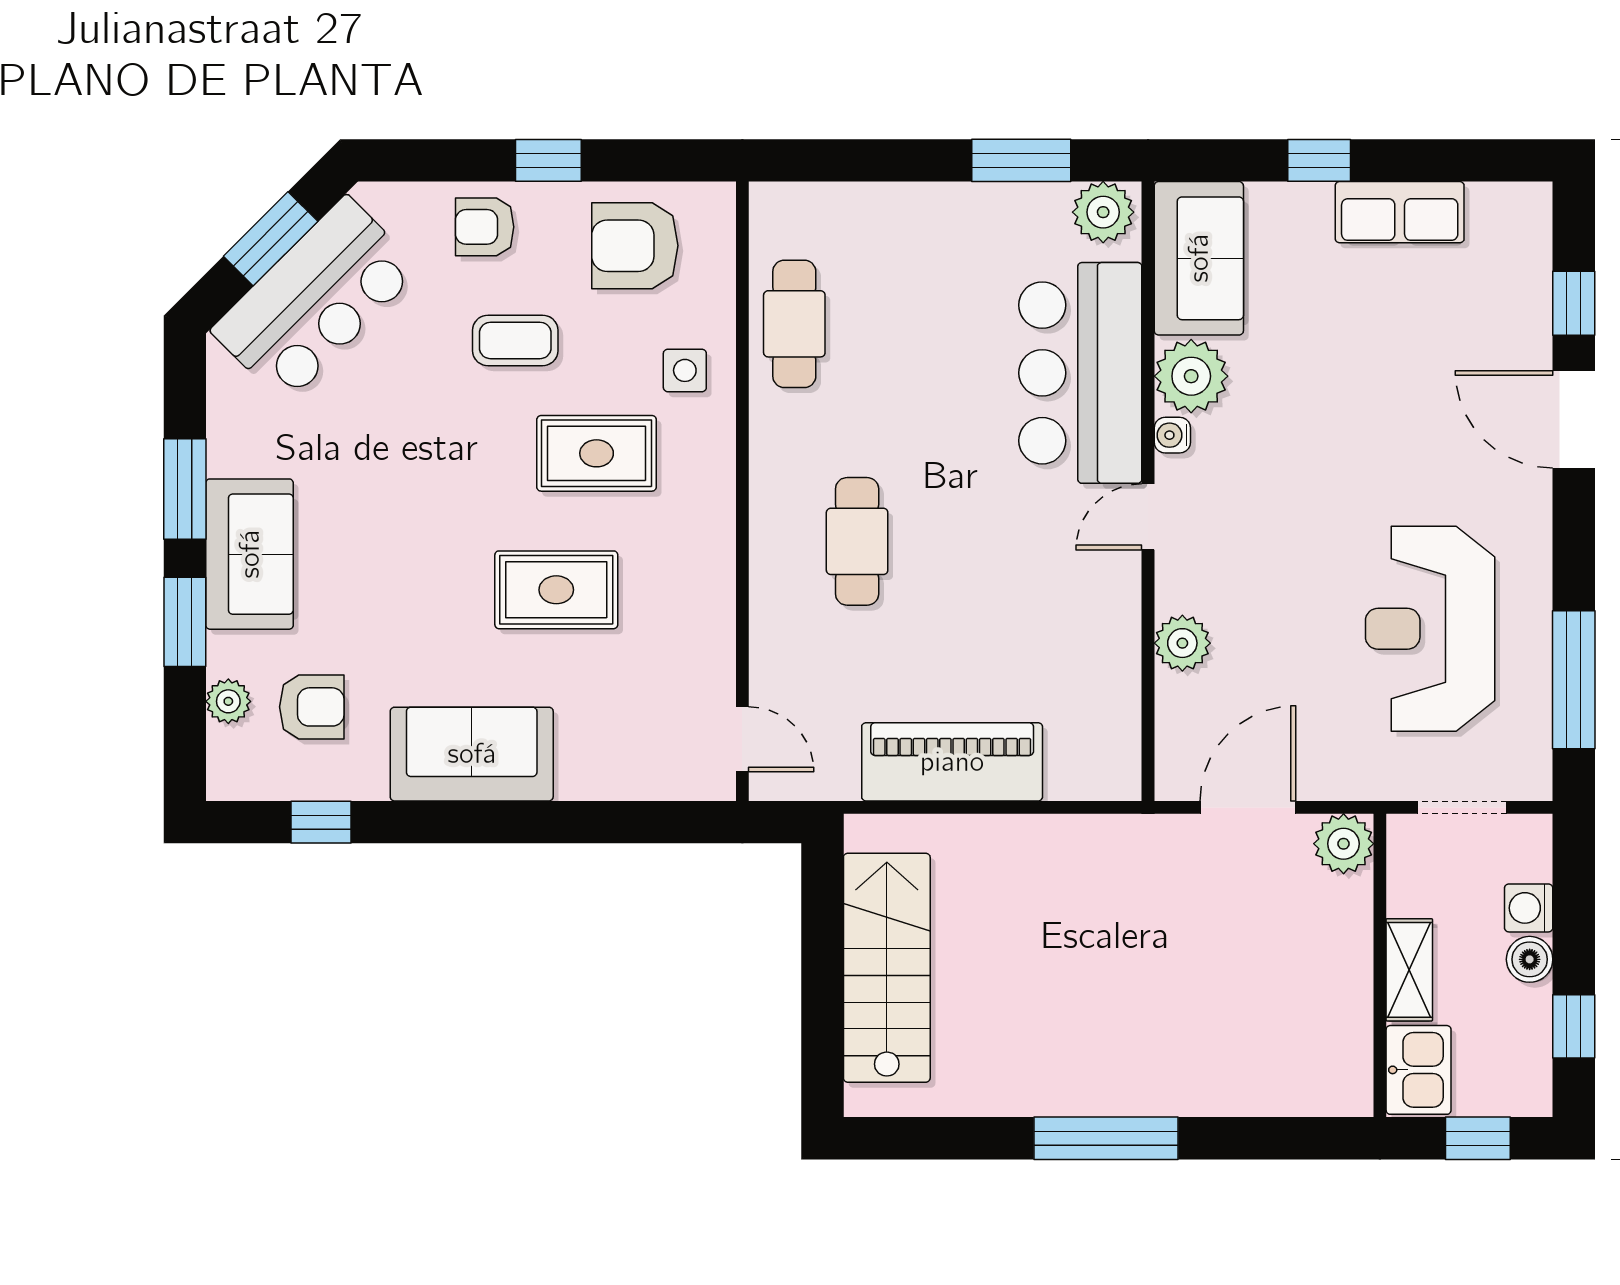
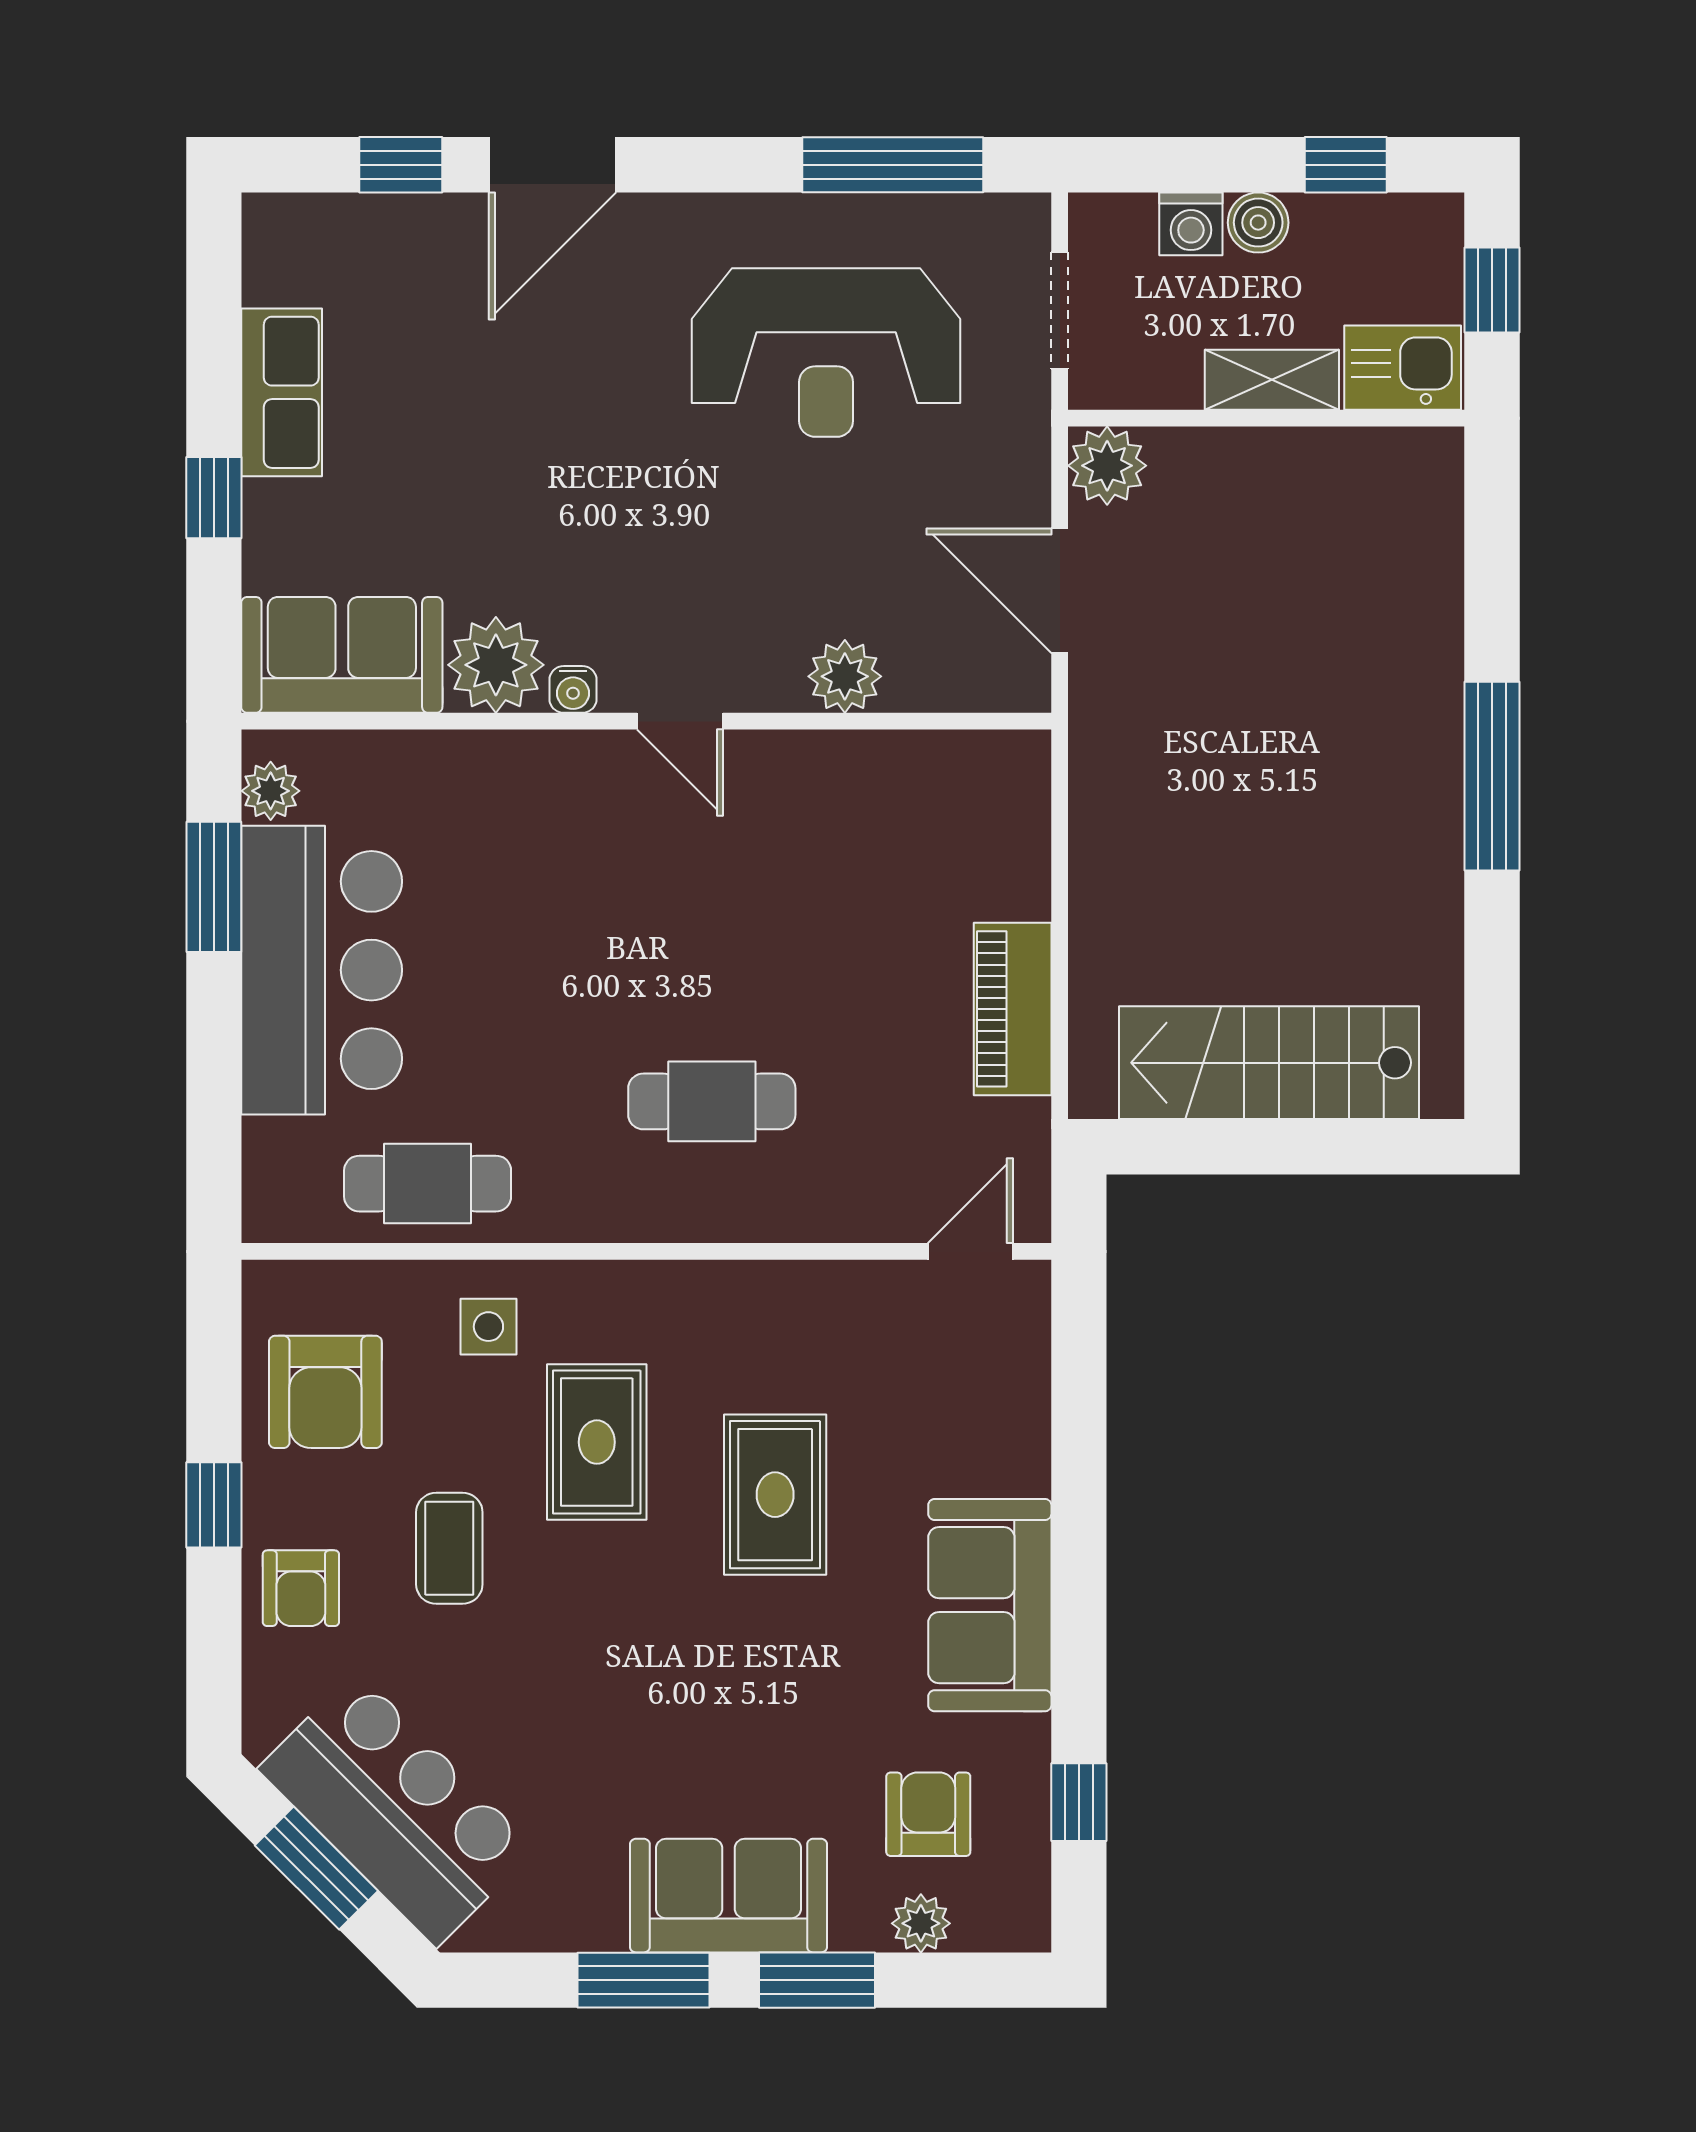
plant: (1103, 212) -> (271, 791), width x0.73, depth x0.73
bar counter: (1080, 373) -> (322, 970), moved, turned -90
piano: (952, 762) -> (1013, 1009), width x0.73, depth x0.75

